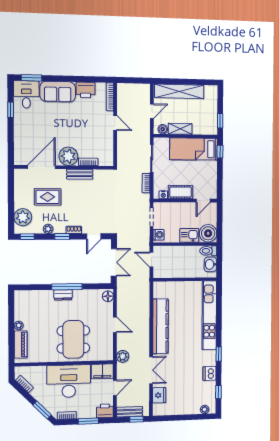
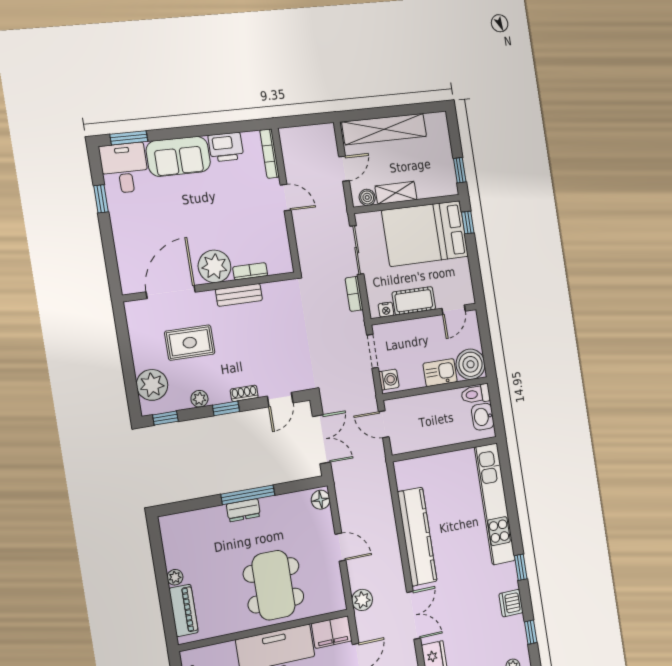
bed: (194, 149) -> (425, 234), width x1.50

